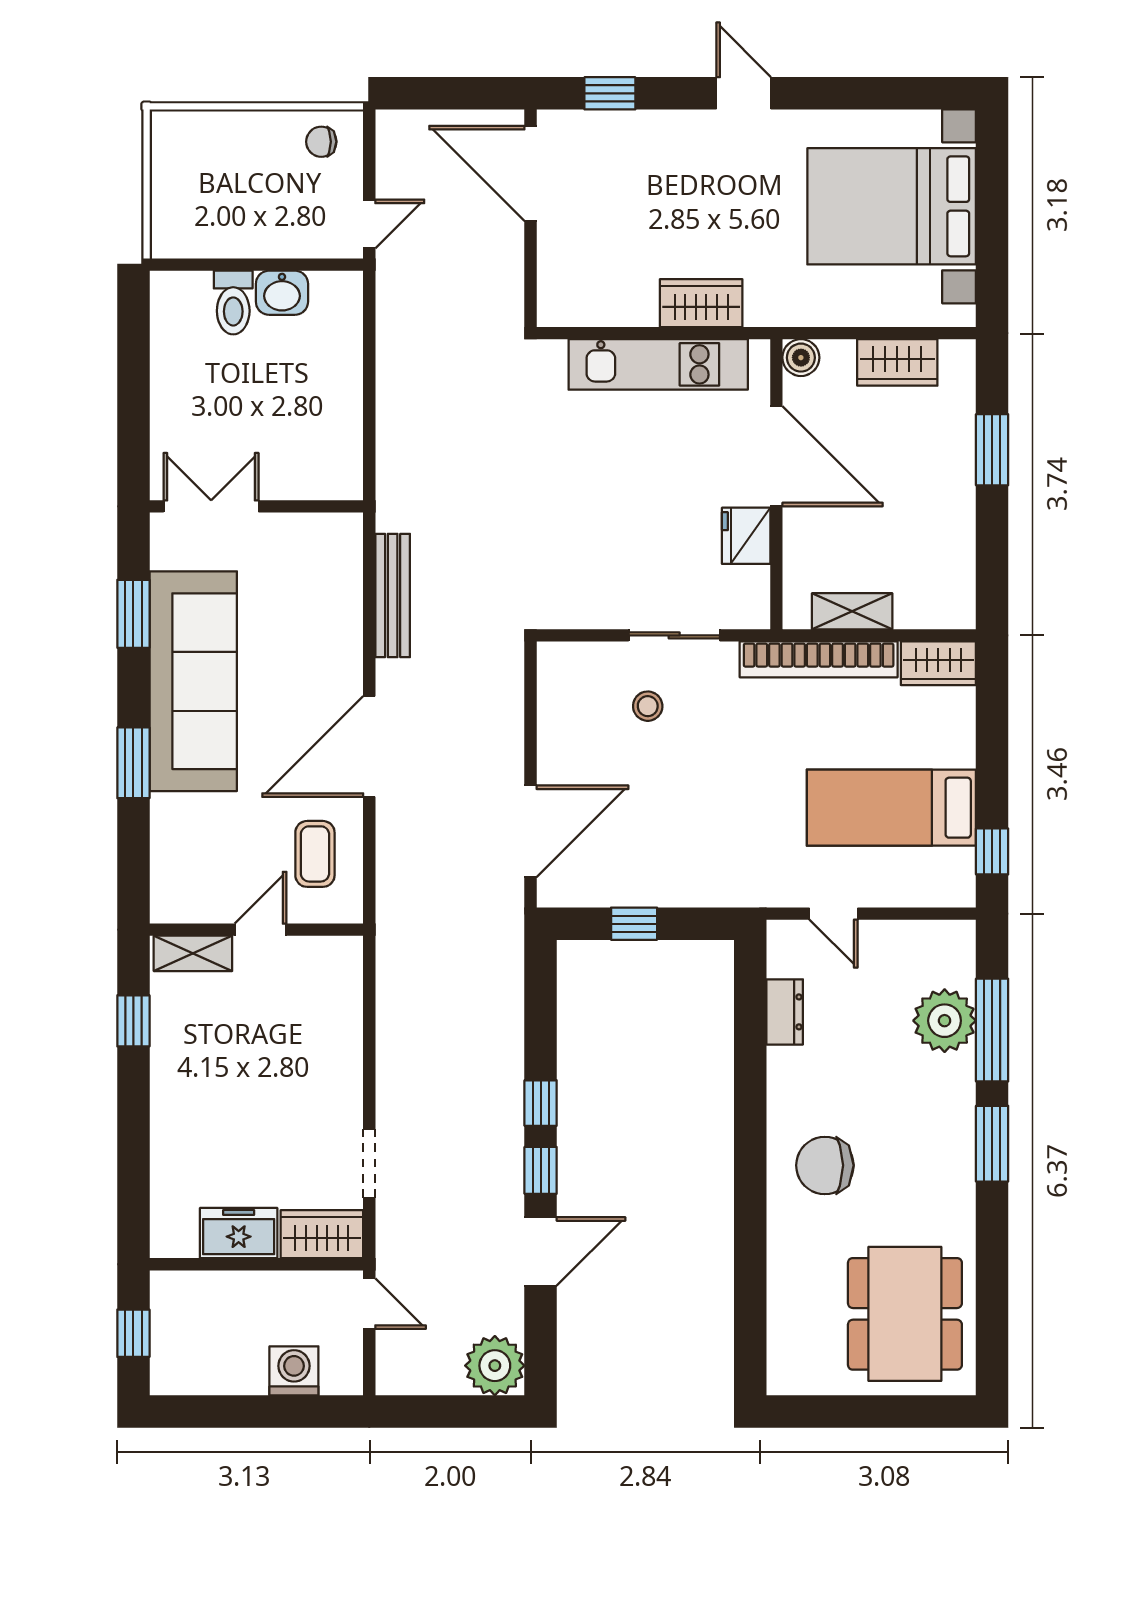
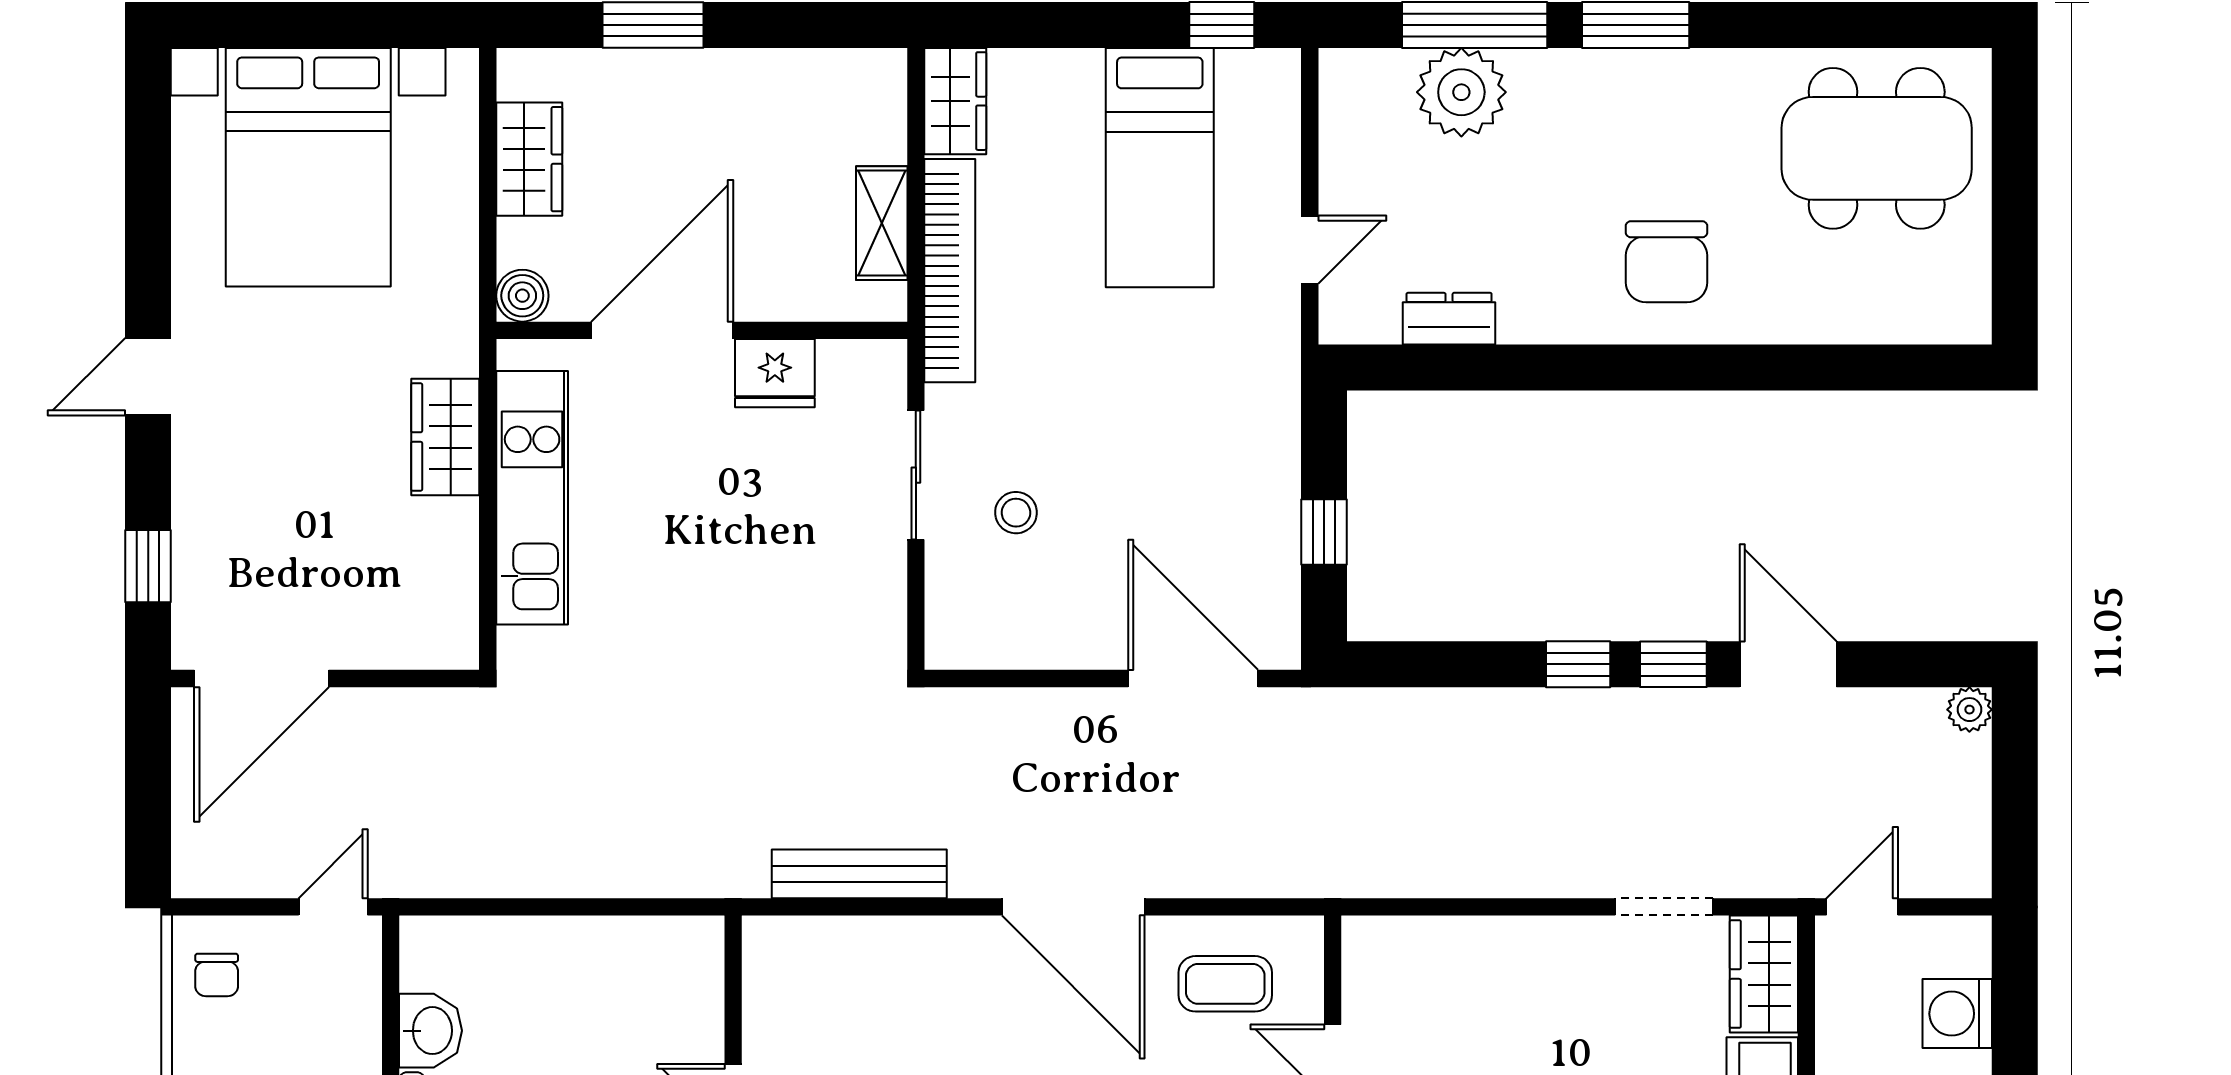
door: (369, 224) -> (333, 907), hinge flipped
plant: (495, 1366) -> (1969, 710), width x0.53, depth x0.53

